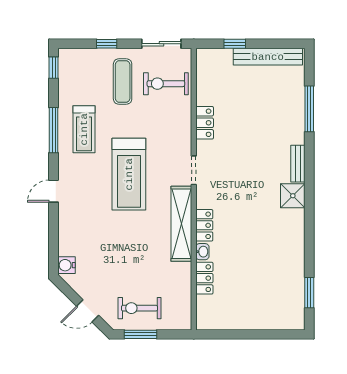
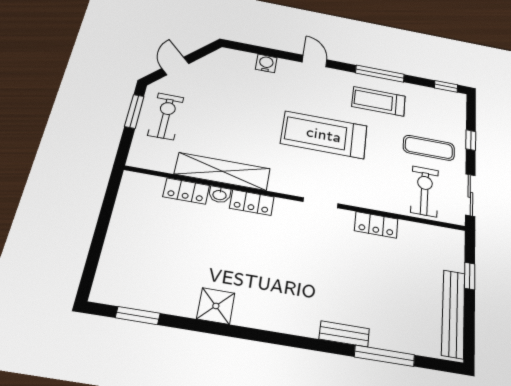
bench: (298, 164) -> (344, 334), moved
shower: (293, 196) -> (216, 306), moved
shelving: (181, 224) -> (222, 171), moved
water cooler: (66, 265) -> (266, 63), moved

